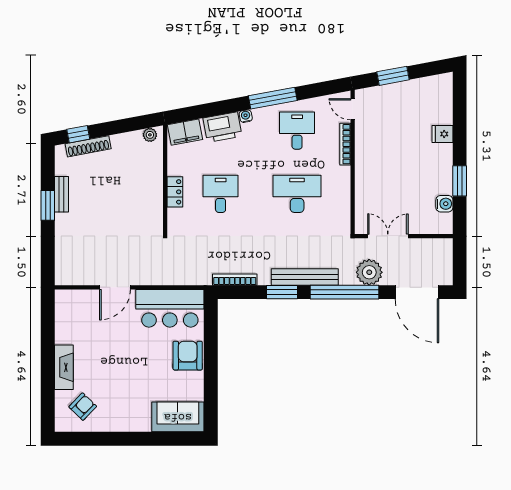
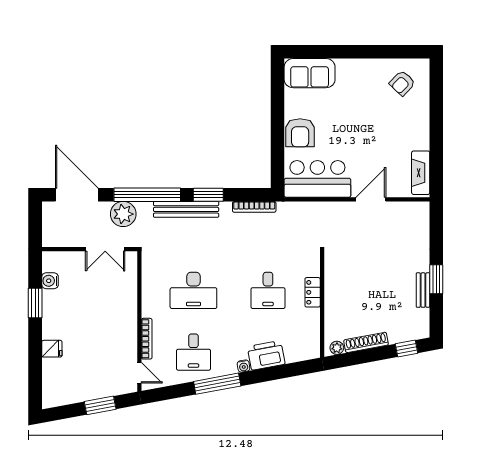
filing cabinet: (185, 132) -> (303, 351), removed
shoe rack: (88, 146) -> (366, 342), moved
fireplace: (64, 367) -> (421, 173), moved

